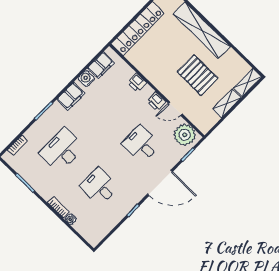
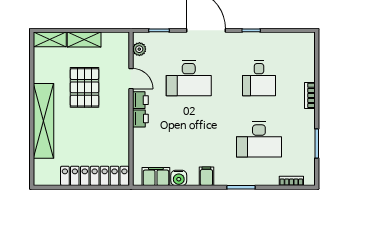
printer: (137, 82) -> (140, 119), moved
filing cabinet: (71, 96) -> (206, 176), width x0.50
plant: (185, 135) -> (139, 49), width x0.53, depth x0.53
desk: (141, 144) -> (189, 78), width x1.37
water cooler: (71, 219) -> (310, 76), removed

